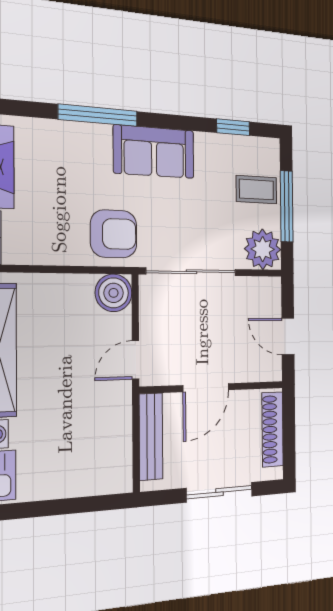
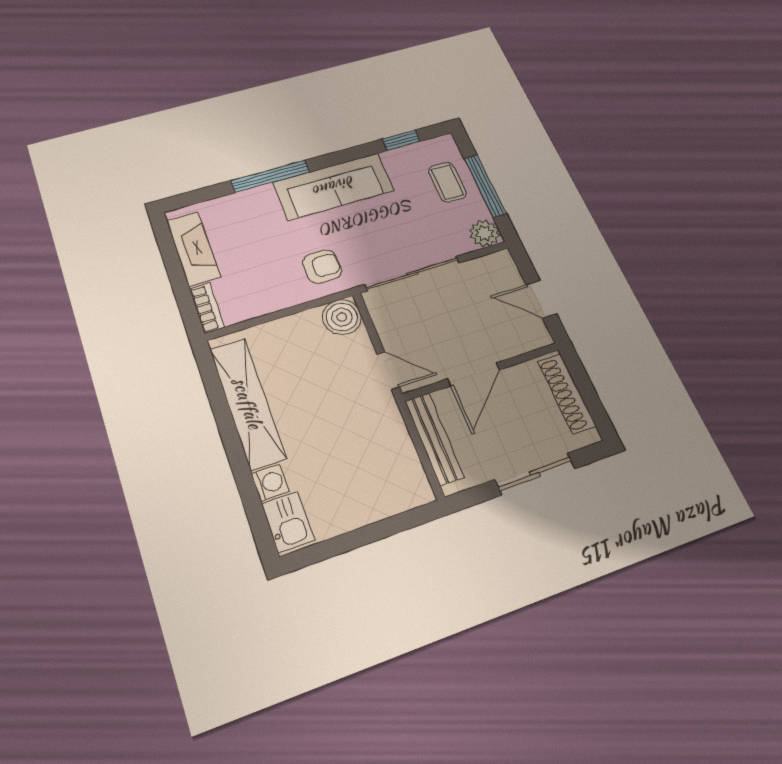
sofa: (154, 152) -> (334, 186), width x1.36
coffee table: (256, 190) -> (447, 182), turned 90
armchair: (114, 234) -> (322, 267), width x0.72, depth x0.72
plant: (263, 249) -> (485, 233), width x0.73, depth x0.73
door: (136, 360) -> (388, 370), swing flipped

